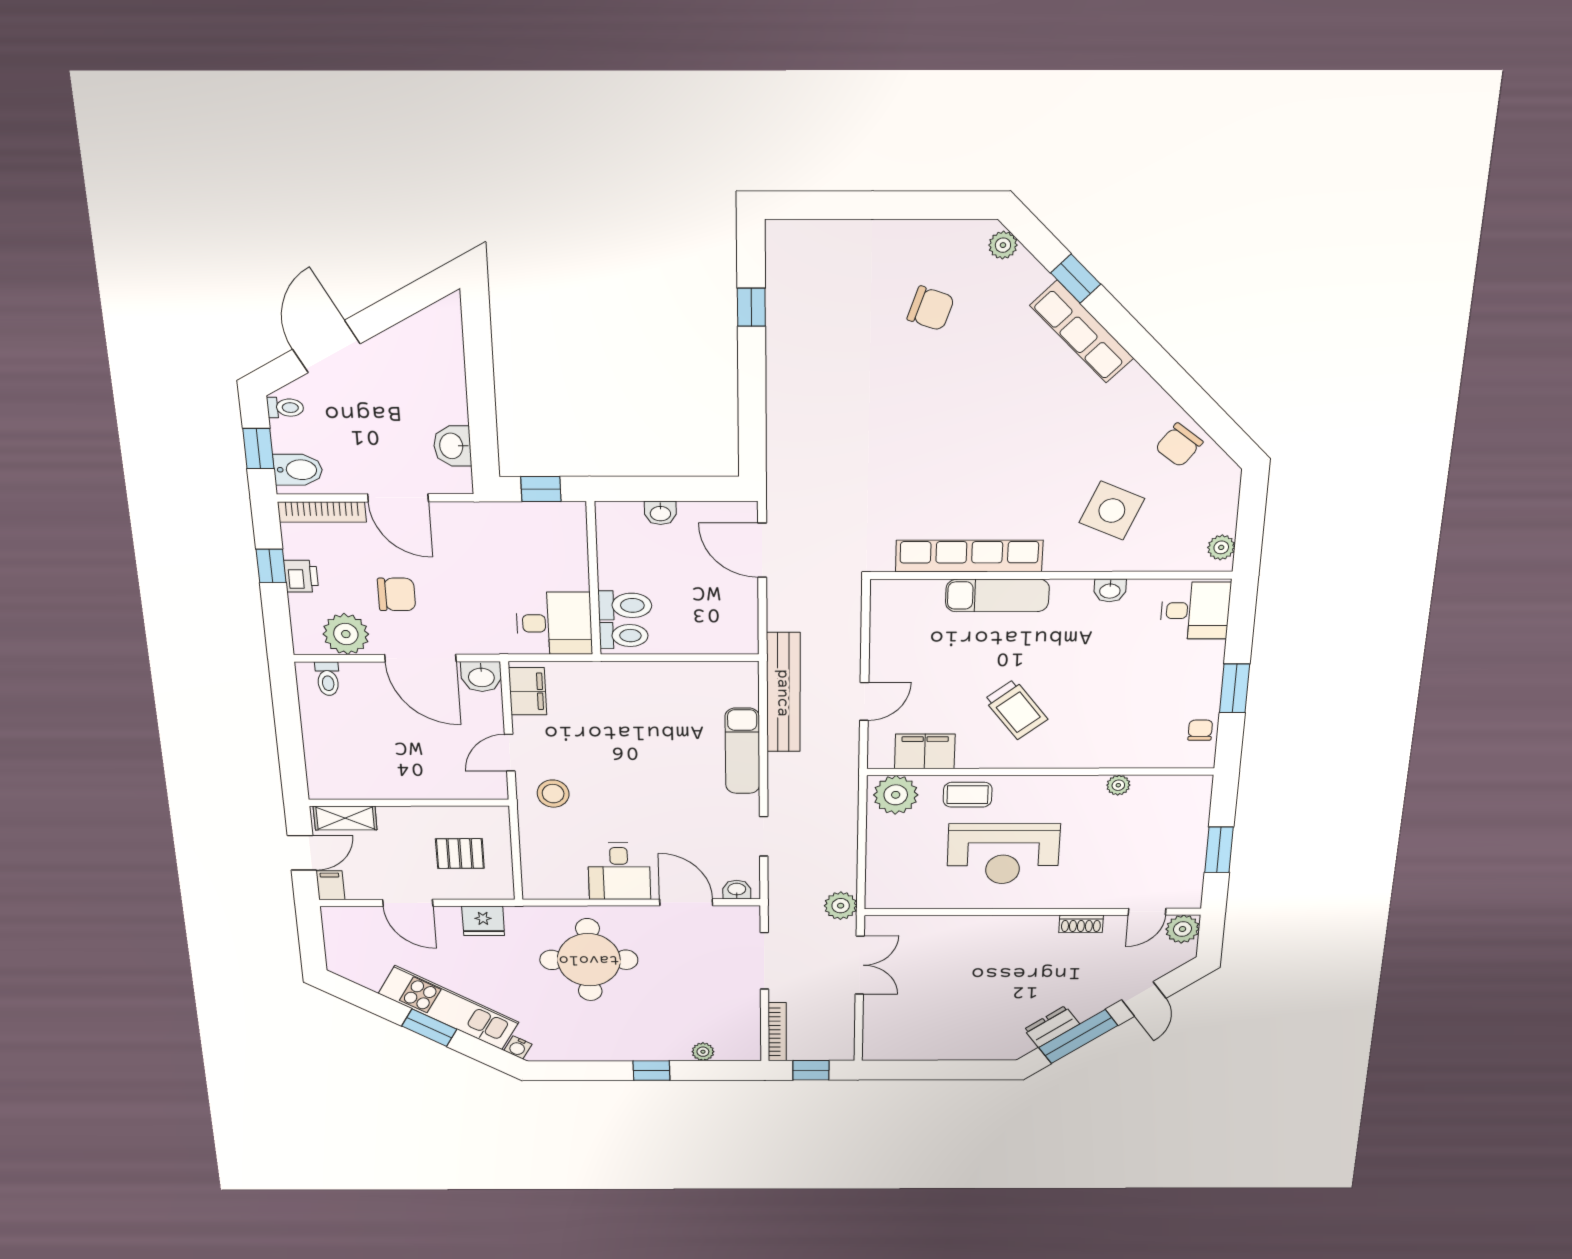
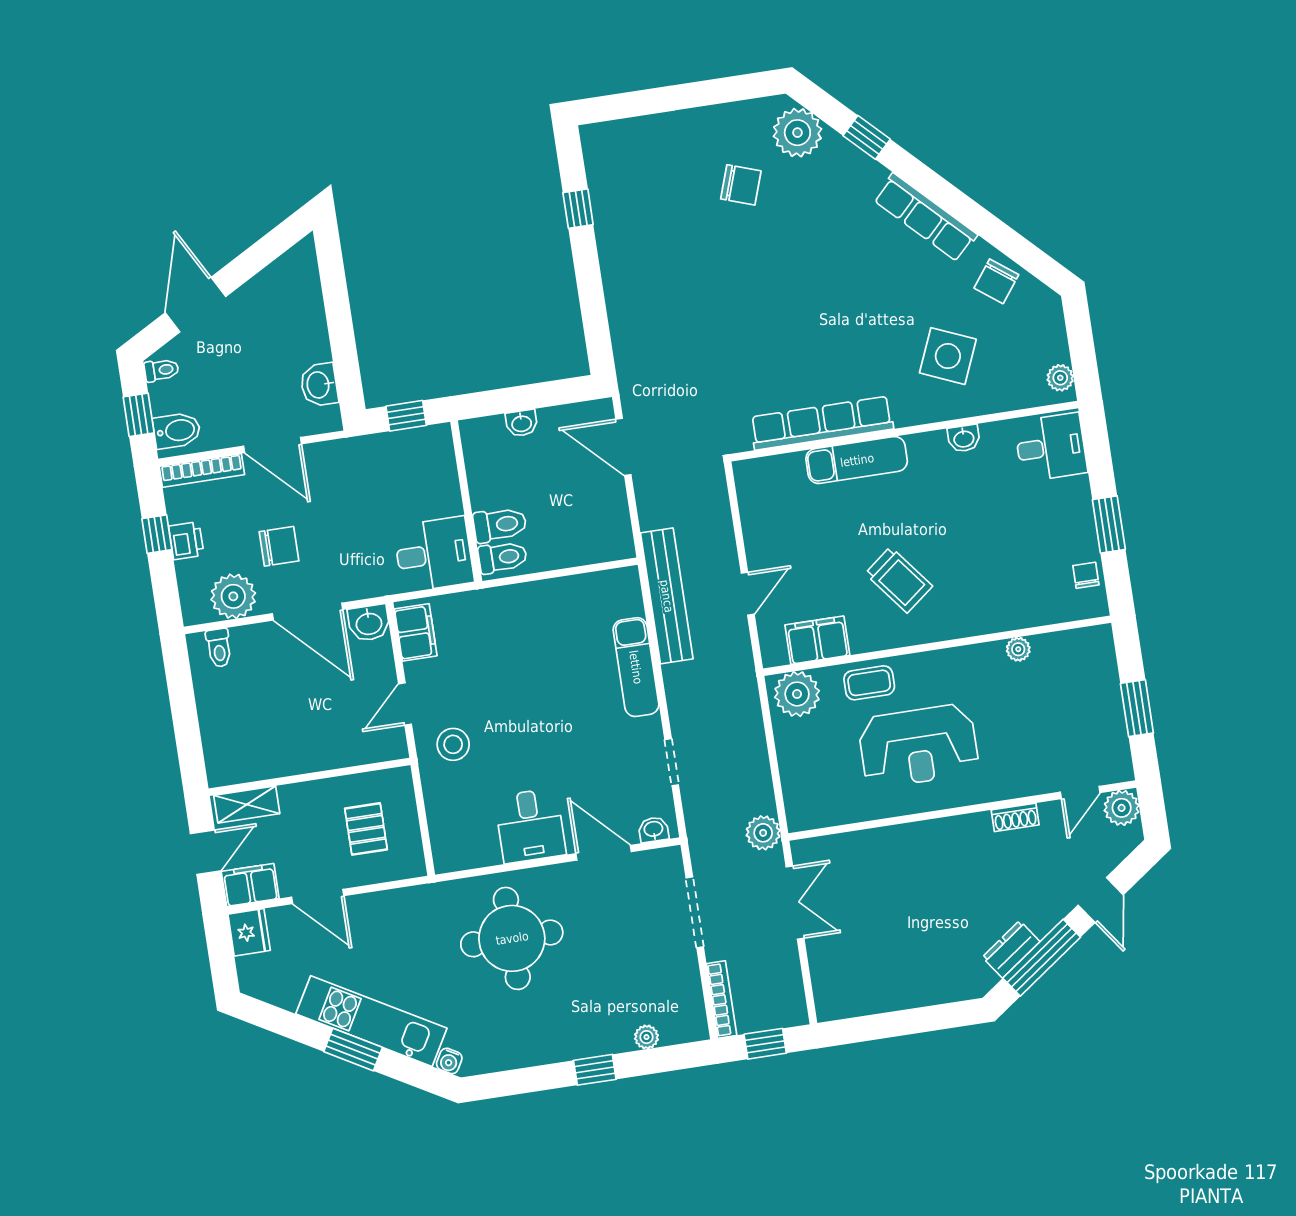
plant: (1003, 245) -> (797, 133), width x1.88, depth x1.88
row of seats: (1082, 332) -> (925, 217), moved
pallet: (460, 854) -> (366, 829), turned 90
filing cabinet: (330, 885) -> (250, 885), width x2.00
fridge: (483, 921) -> (249, 932), moved, turned -90

